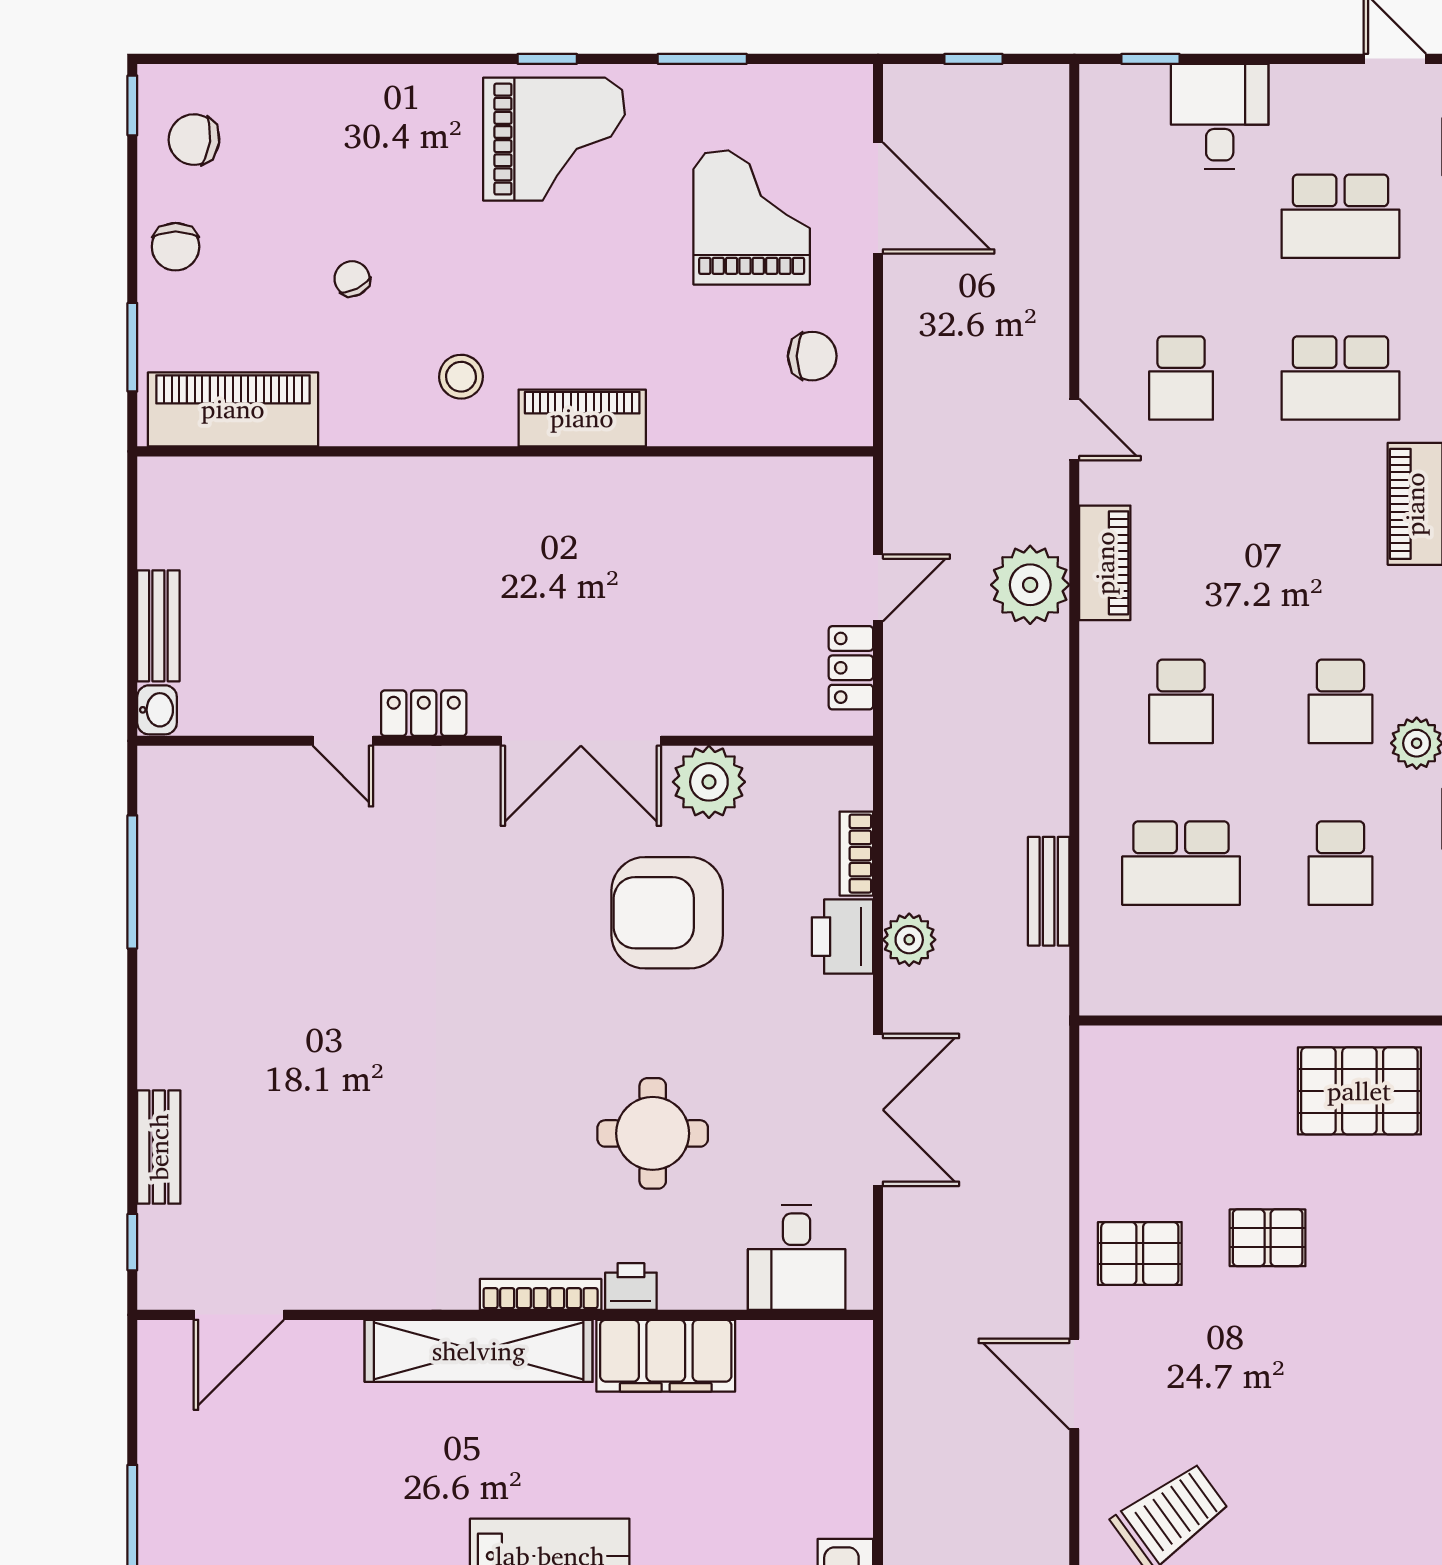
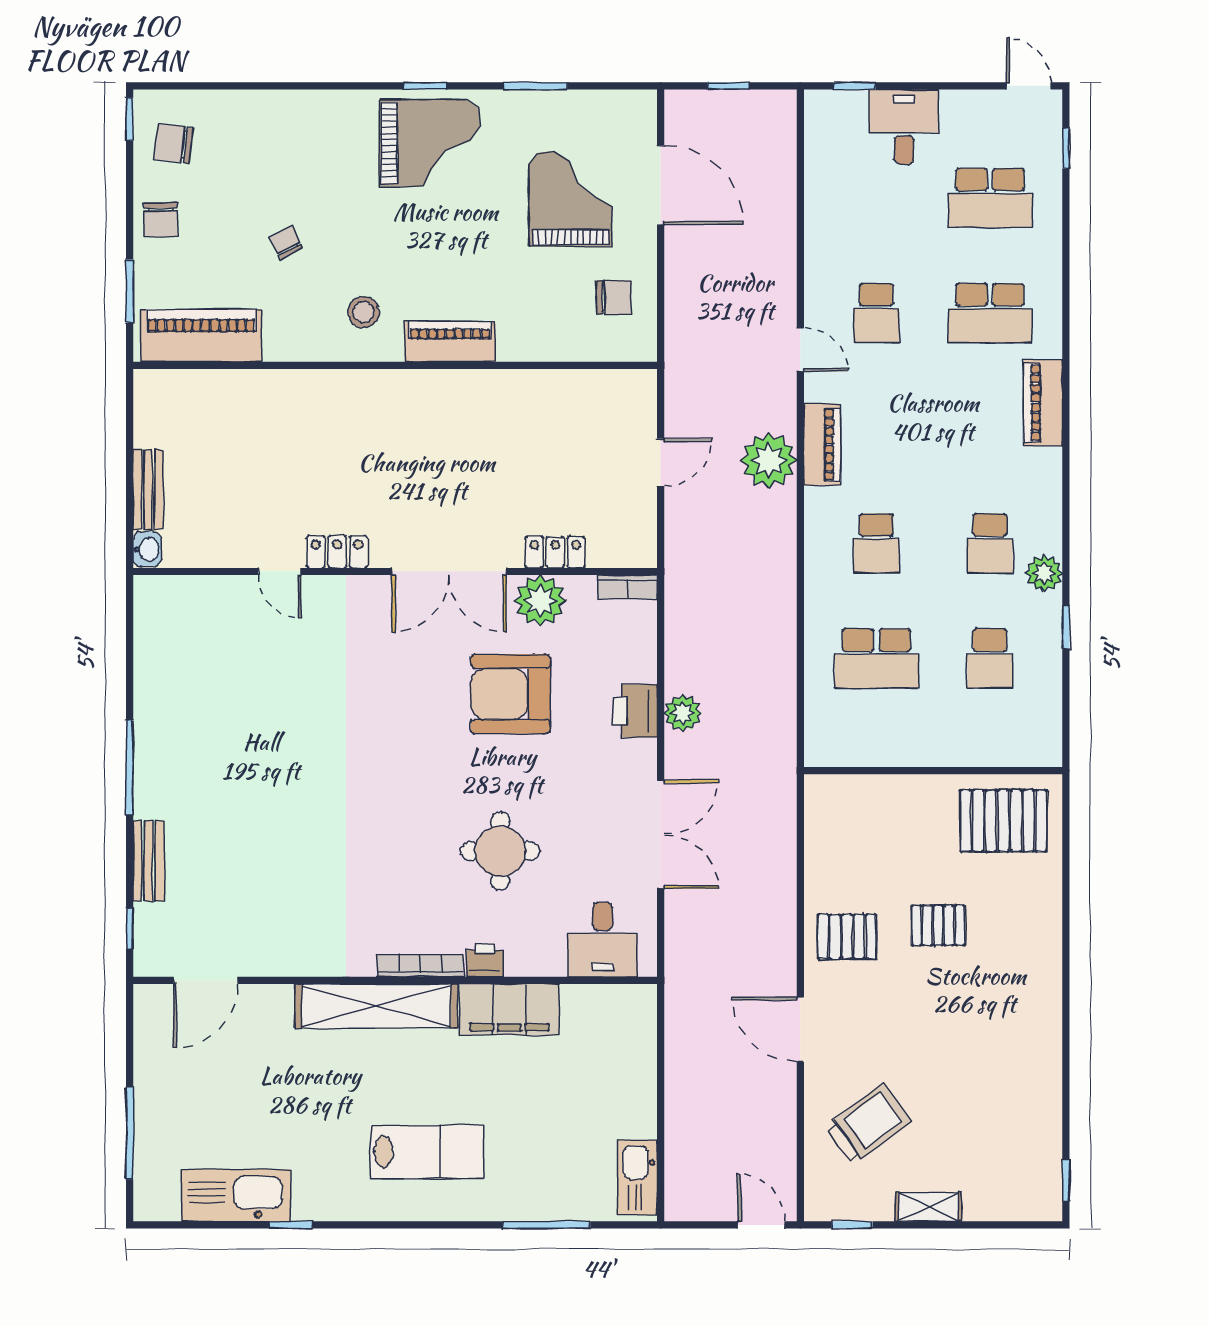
locker: (851, 668) -> (555, 552), moved, turned 90
bookcase: (856, 854) -> (627, 587), moved, turned -90
window: (132, 882) -> (130, 767), moved
bench: (1049, 891) -> (782, 679), removed

